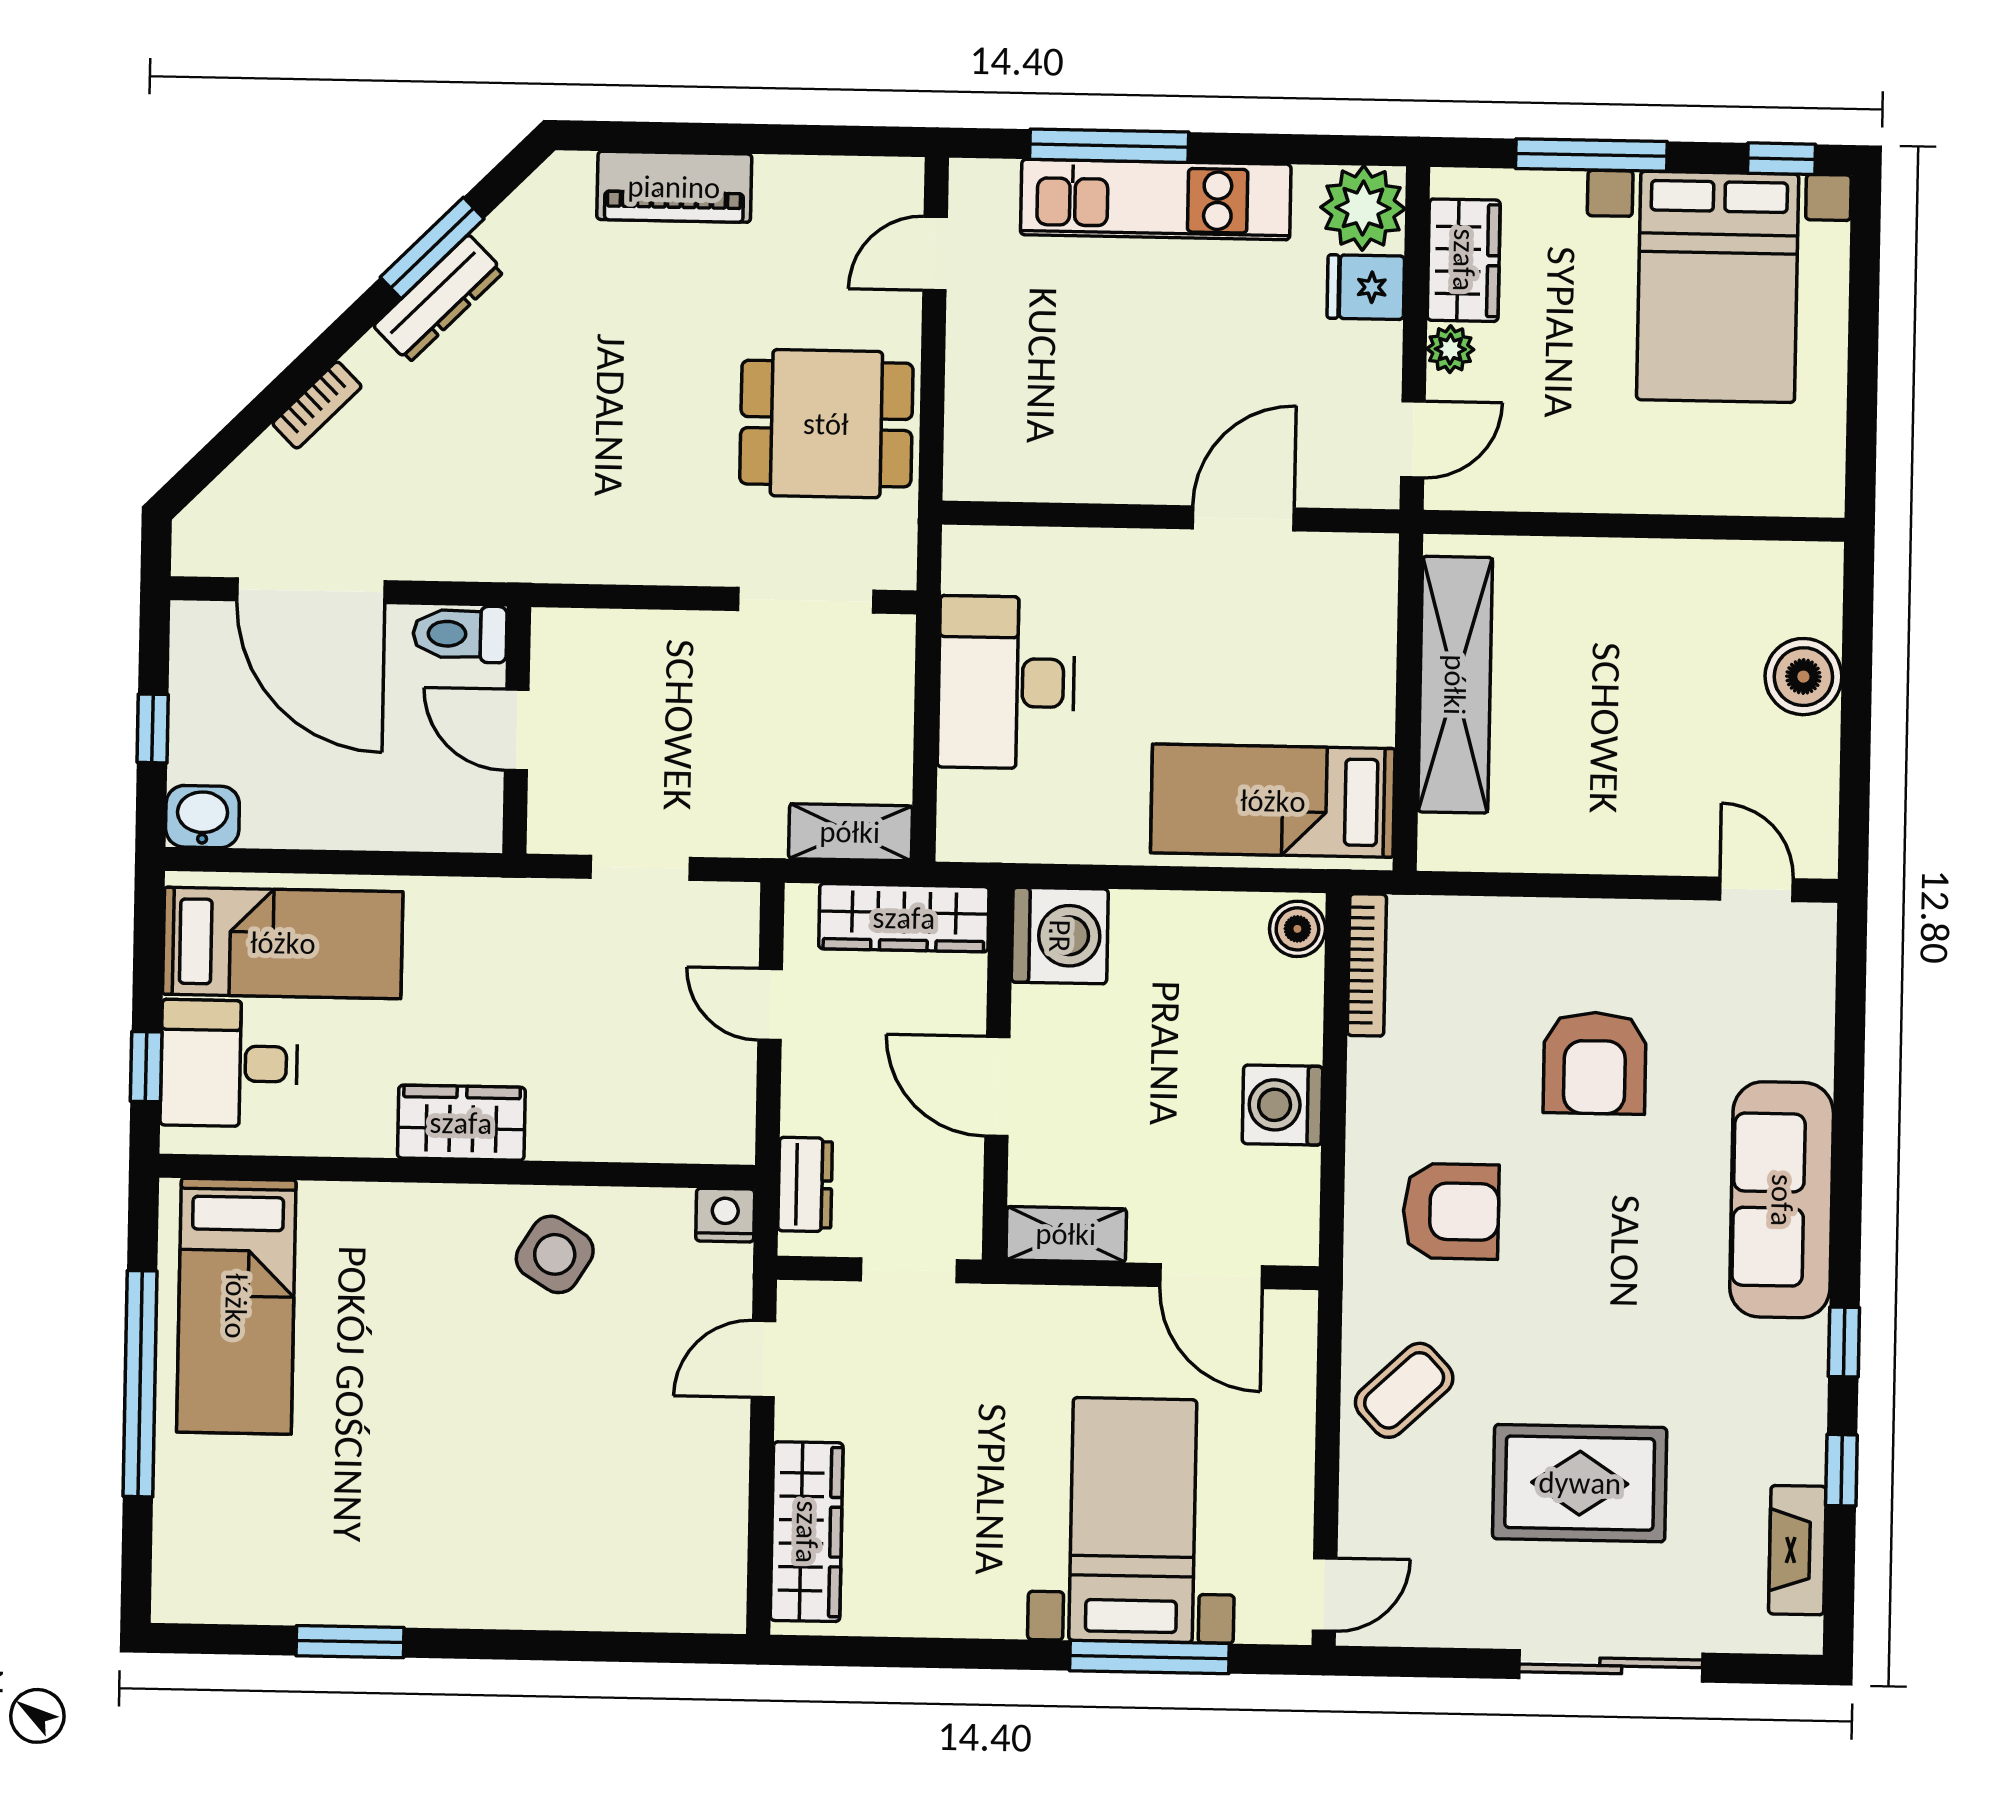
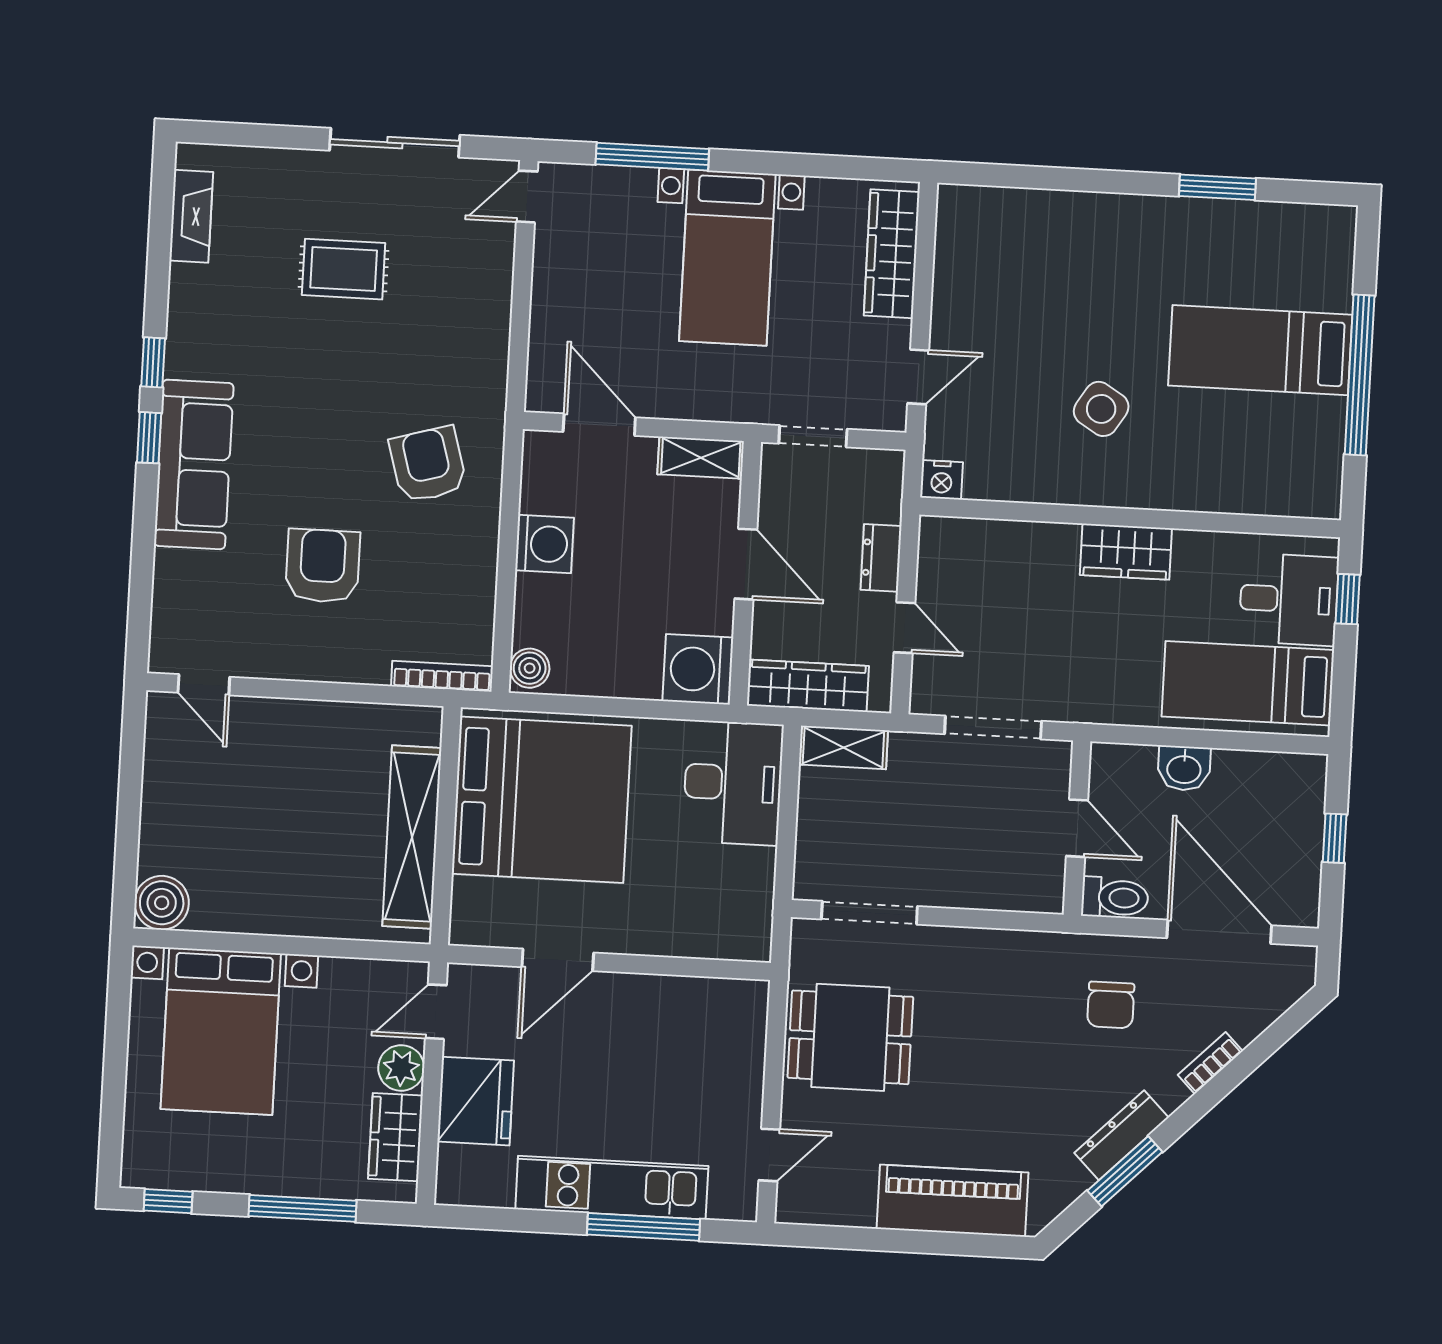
piano: (674, 187) -> (953, 1201), width x1.37, depth x1.33
plant: (1363, 208) -> (465, 1177), removed
fridge: (1366, 287) -> (476, 1101), width x1.88, depth x1.34
bed with nightstands: (1718, 287) -> (221, 1031), moved, turned 180
plant: (1450, 349) -> (401, 1068), width x1.38, depth x1.38
chair: (461, 482) -> (1111, 1005), added
boiler: (1803, 677) -> (162, 903), moved
desk: (1006, 682) -> (733, 783), moved
bed: (1273, 801) -> (542, 800), width x2.04
washbasin: (202, 817) -> (1184, 768), moved
doorway: (640, 868) -> (993, 728), width x1.38
bookcase: (1367, 965) -> (442, 676), moved, turned 90
dresser: (805, 1184) -> (881, 558), moved
armchair: (1451, 1211) -> (428, 465), turned 74
side table: (555, 1254) -> (1101, 409), moved
bed: (236, 1306) -> (1260, 350), moved, turned -90
coffee table: (1404, 1390) -> (466, 339), removed
window: (1841, 1470) -> (149, 438), moved
rug: (1580, 1483) -> (344, 269), width x0.73, depth x0.70
bed with nightstands: (1133, 1520) -> (727, 258), moved
sliding door: (1611, 1666) -> (395, 143), moved

